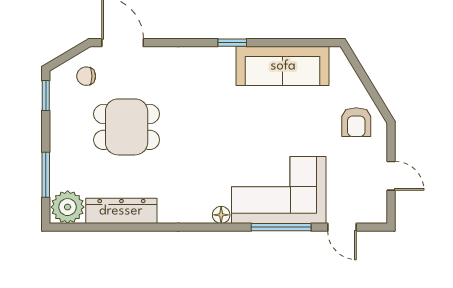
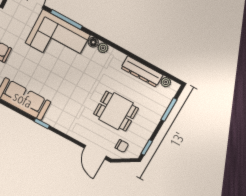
plant: (68, 207) -> (166, 82), width x0.53, depth x0.53
plant: (202, 215) -> (103, 48), added

